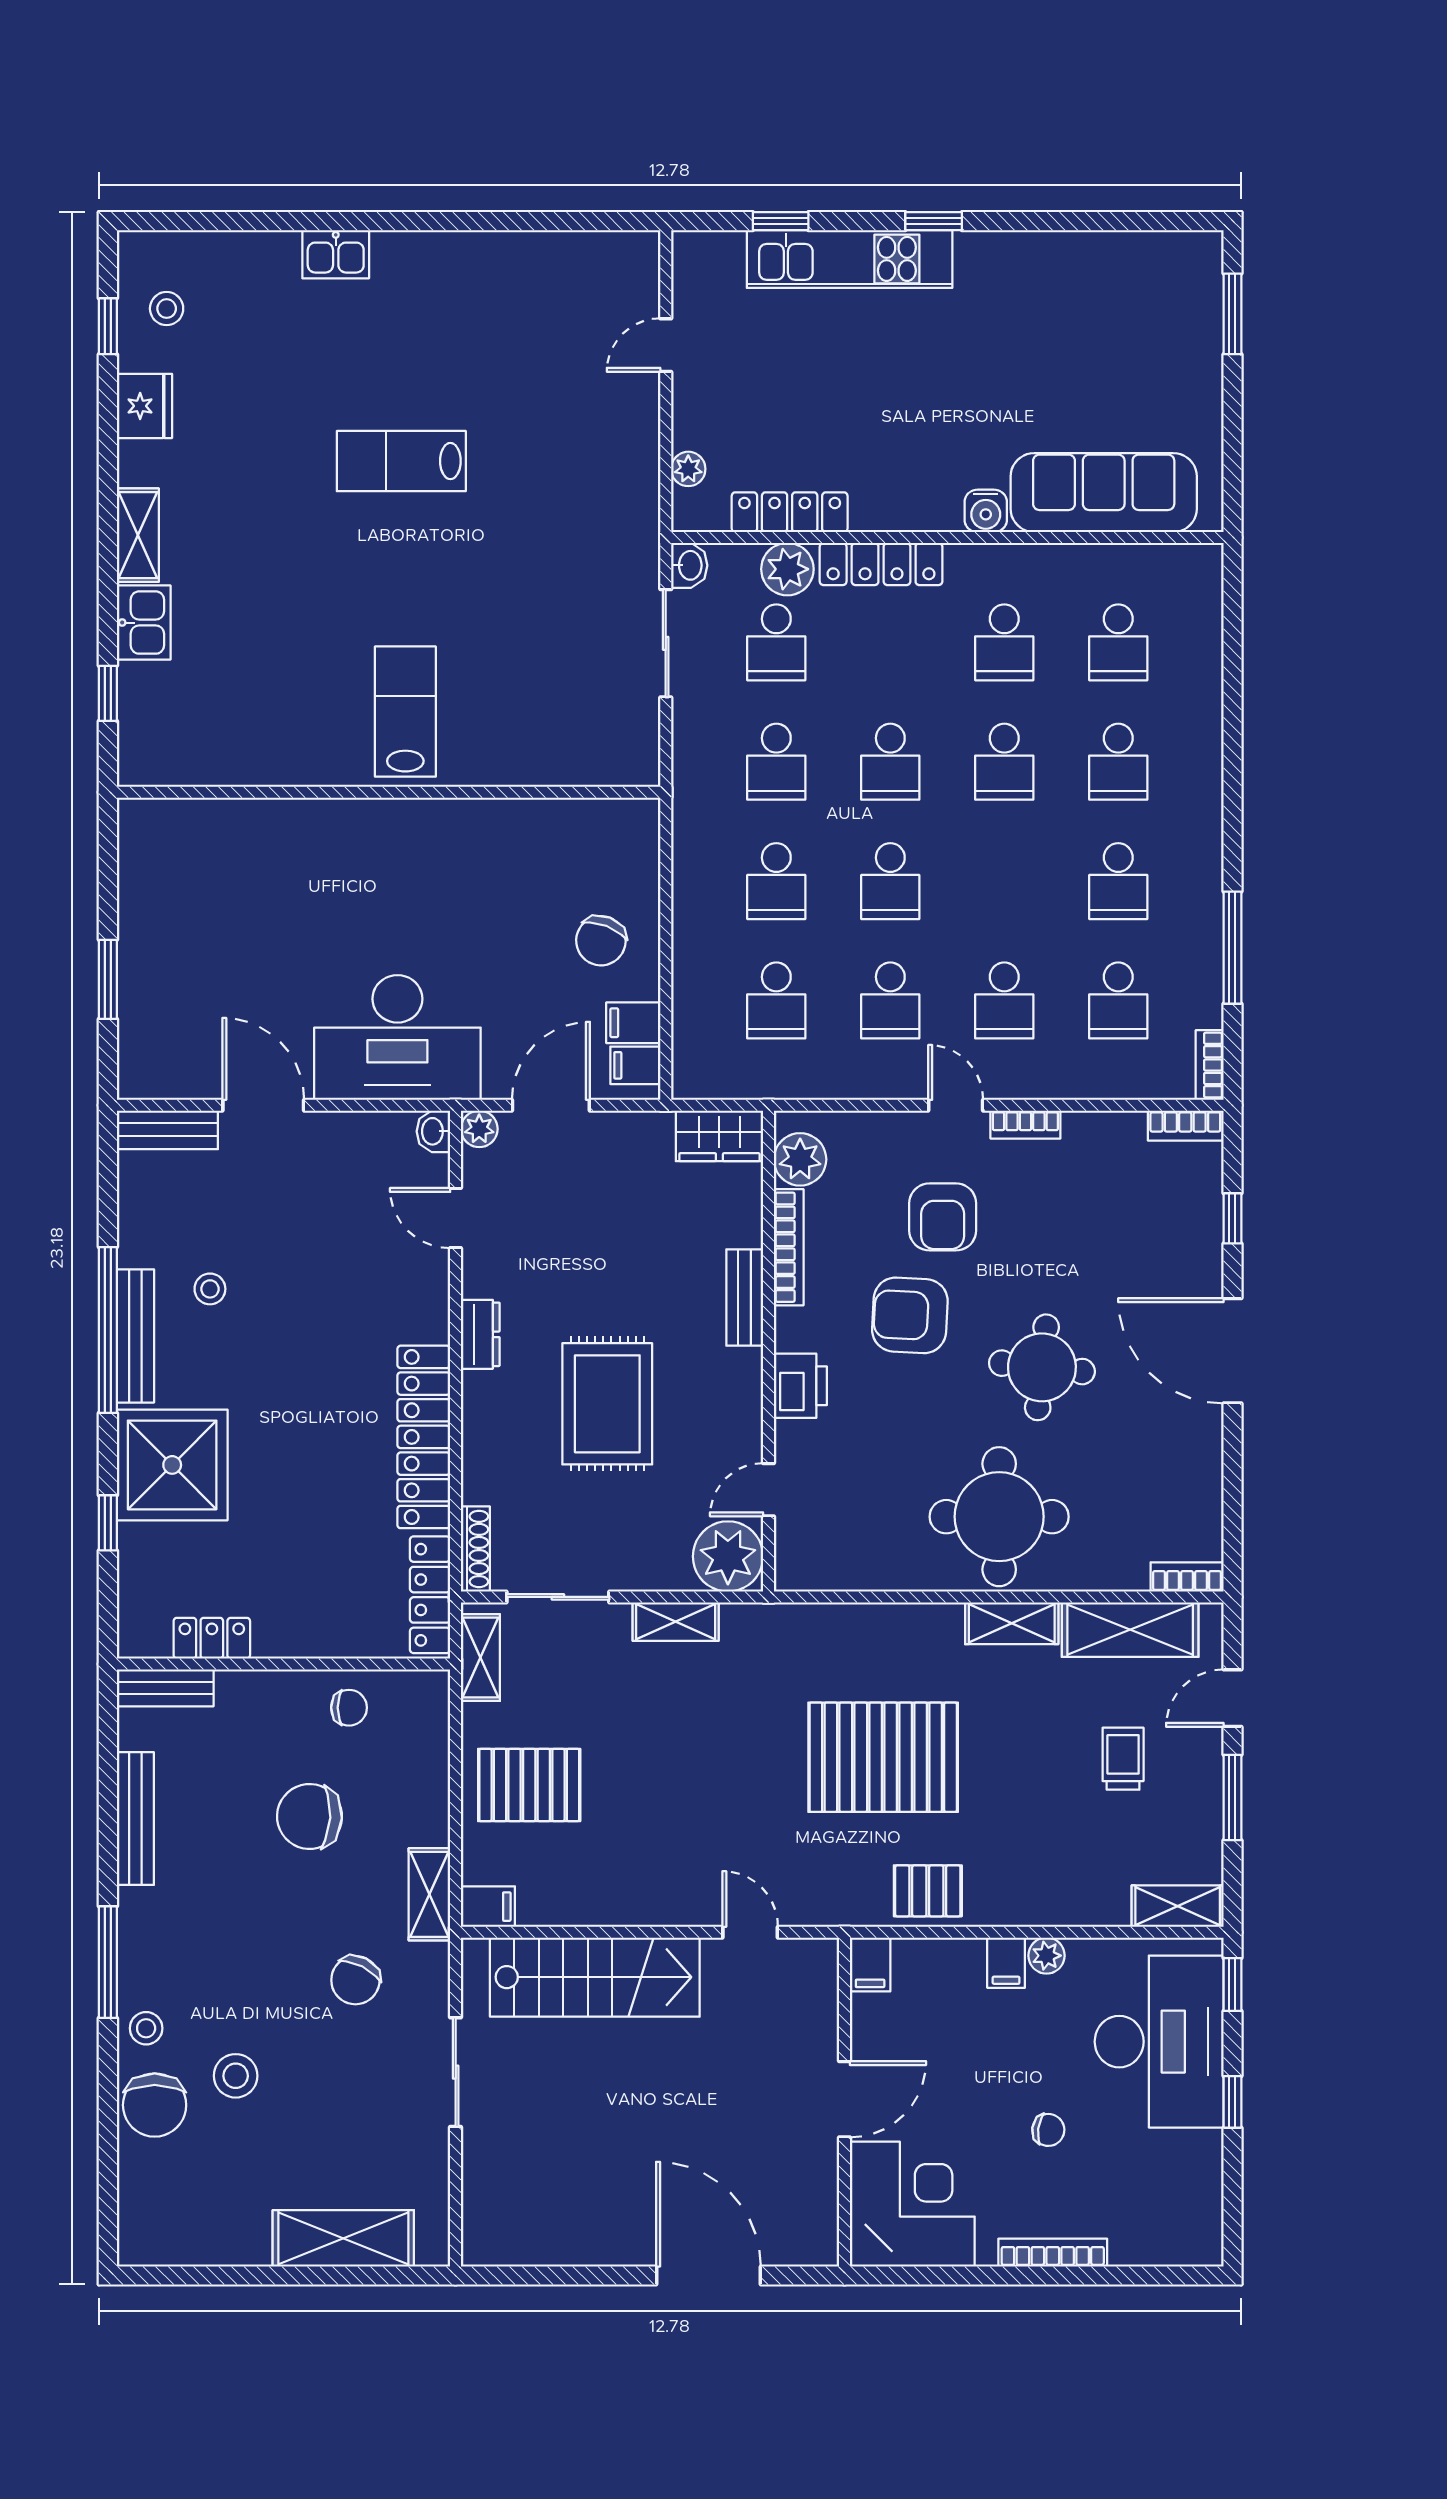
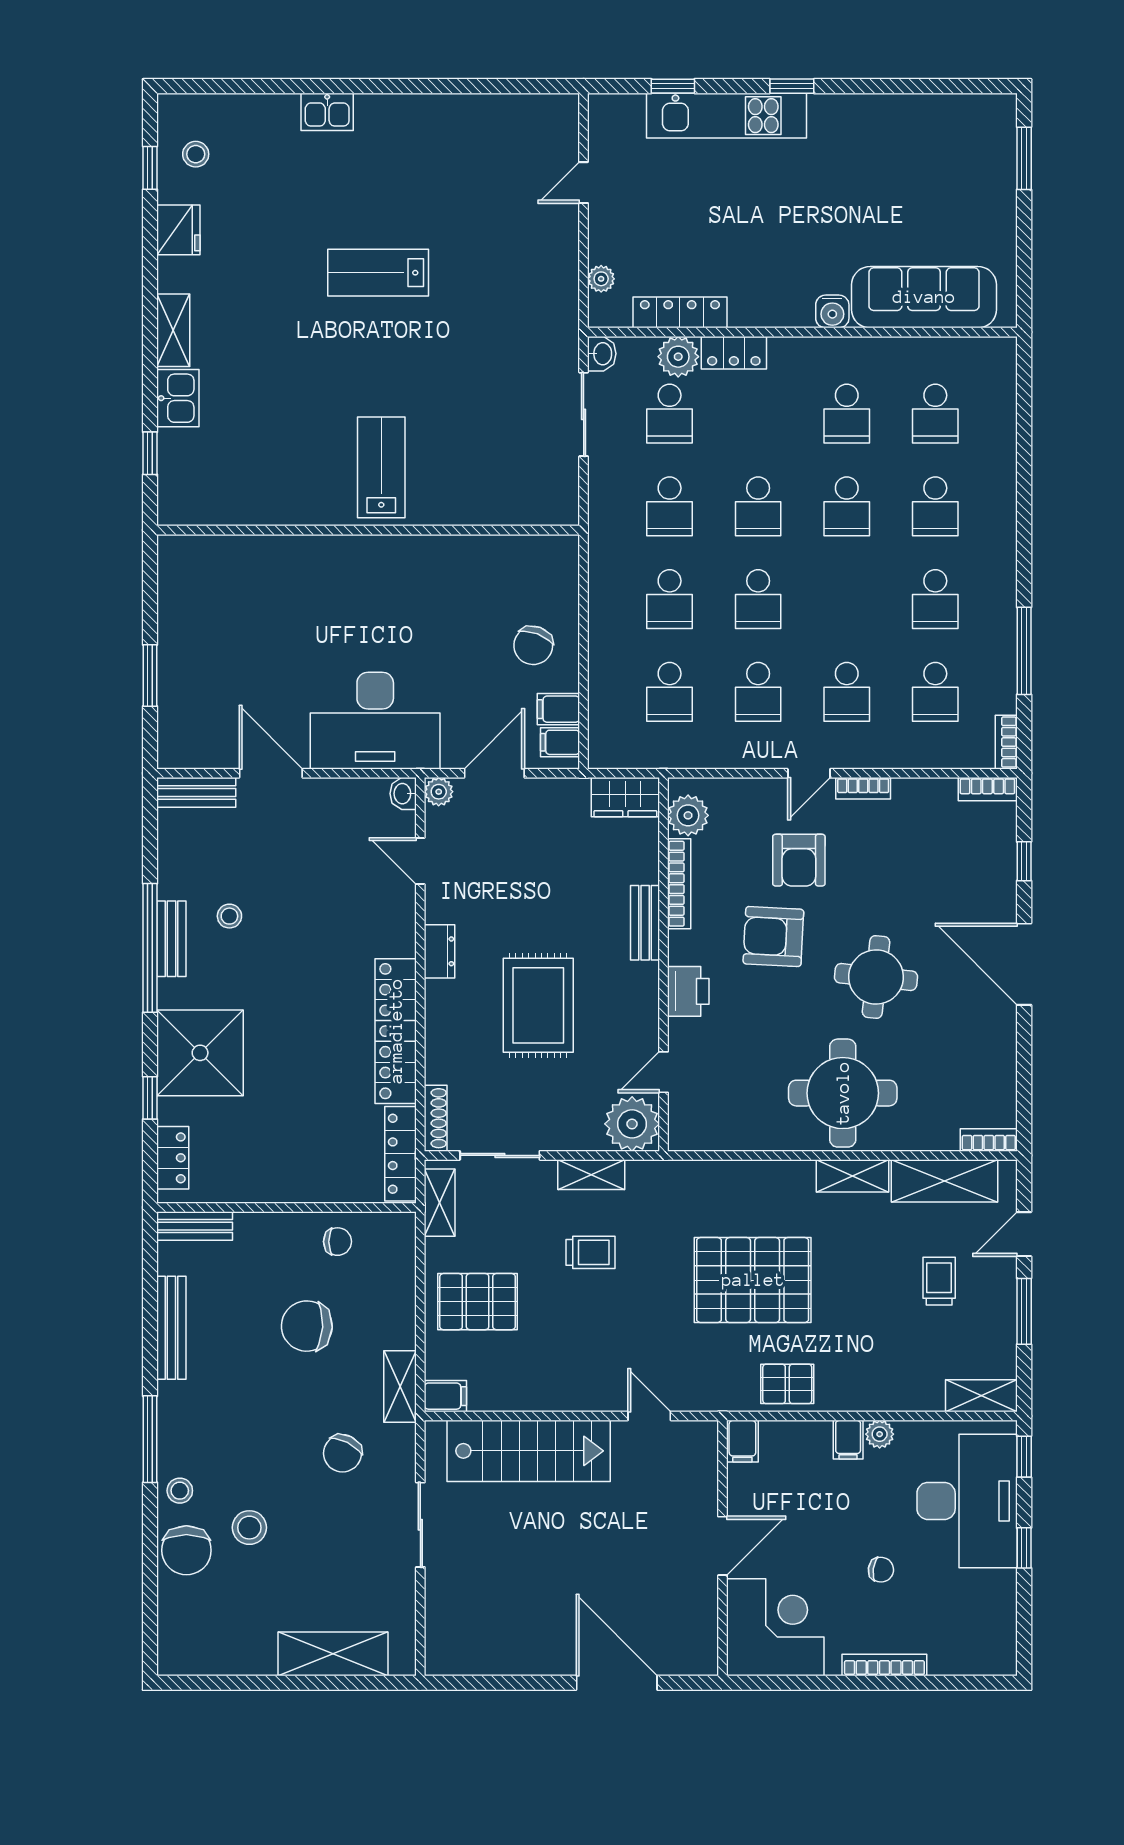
locker: (881, 564) -> (734, 353), width x0.66
door: (956, 1105) -> (809, 773), swing flipped
bench: (135, 1336) -> (171, 939), width x0.73
locker: (212, 1638) -> (173, 1158), moved, turned 90
trolley: (675, 1722) -> (590, 1252), added

